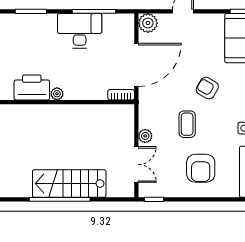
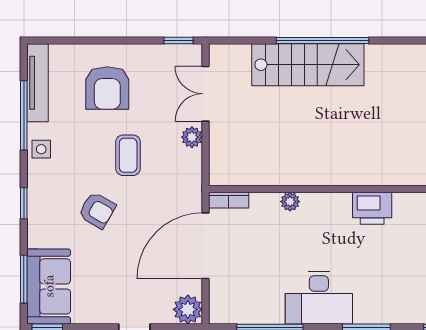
desk: (80, 31) -> (319, 298), moved
printer: (32, 87) -> (372, 208), width x0.73, depth x0.84
plant: (57, 94) -> (290, 202), moved
armchair: (201, 168) -> (107, 88), turned 180

